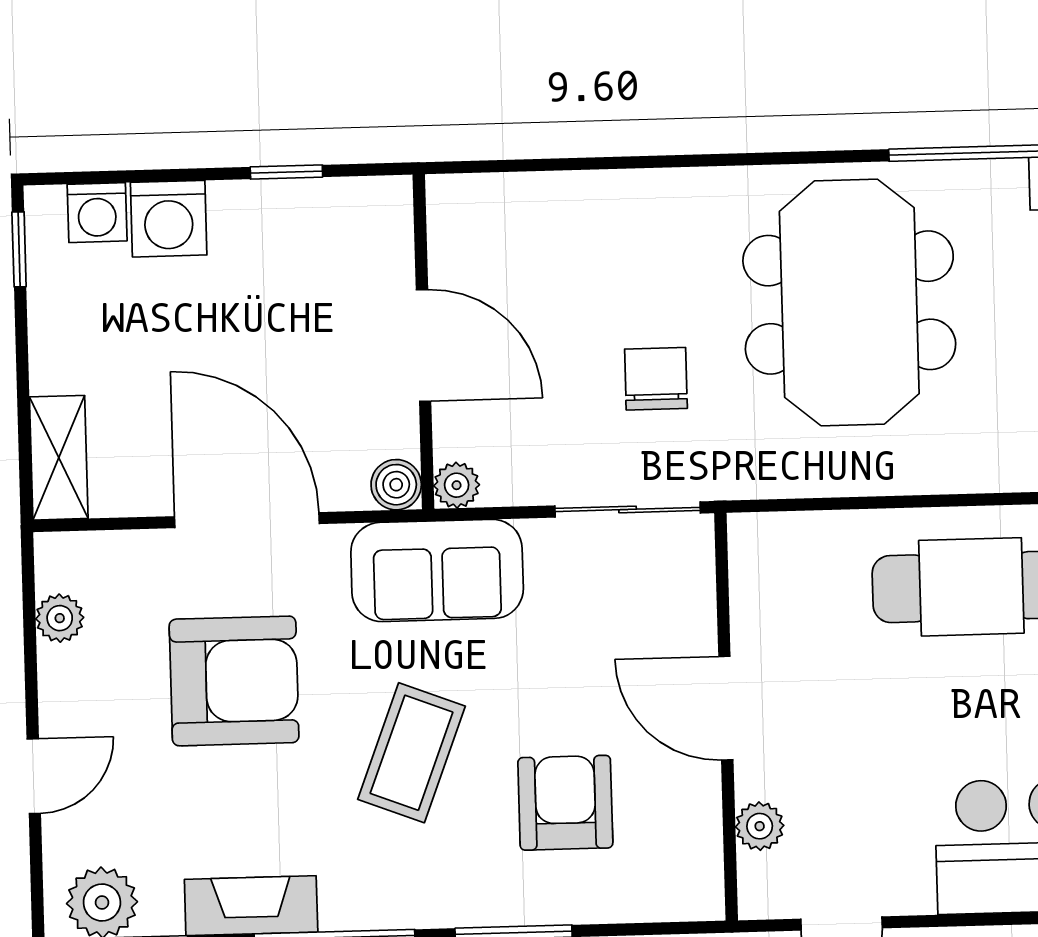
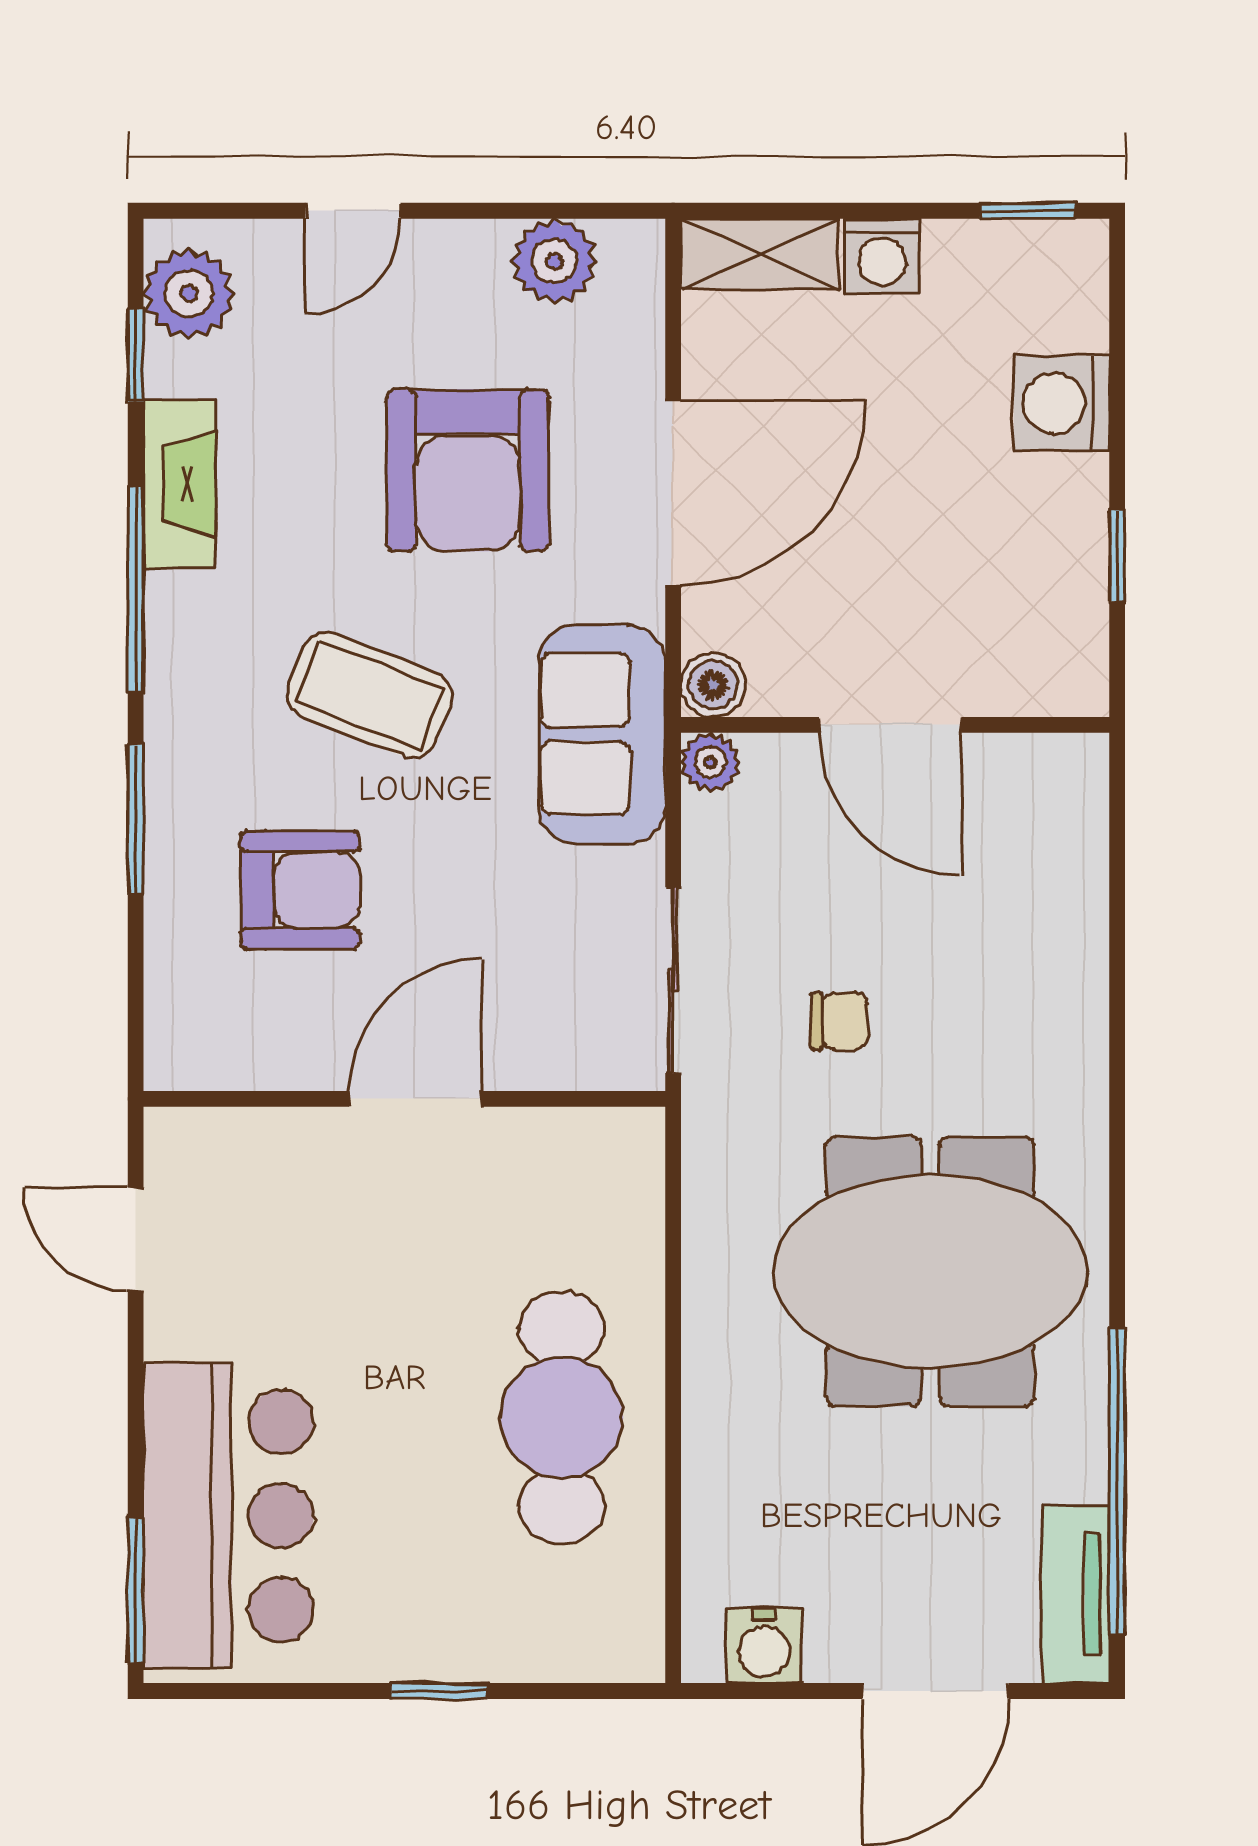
washing machine: (97, 213) -> (882, 256), moved, turned -90
door: (424, 346) -> (890, 725), hinge flipped
chair: (656, 379) -> (839, 1021), width x0.73, depth x0.73
plant: (60, 618) -> (554, 261), width x1.38, depth x1.38
door: (34, 776) -> (353, 211), hinge flipped
plant: (760, 826) -> (263, 1138), removed

